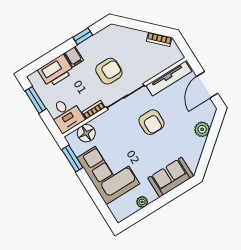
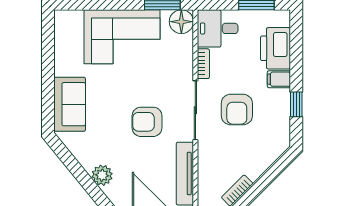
floor lamp: (86, 133) -> (181, 22), moved
plant: (142, 202) -> (62, 53), removed

